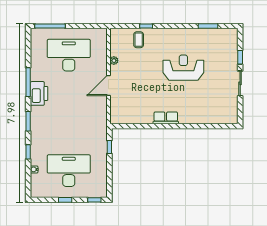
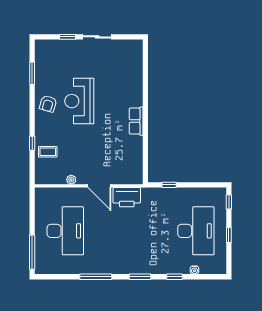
armchair: (181, 40) -> (48, 104), added
desk: (69, 55) -> (65, 231), turned 180
printer: (39, 93) -> (127, 197), moved, turned 180
desk: (69, 171) -> (196, 231), turned 180

